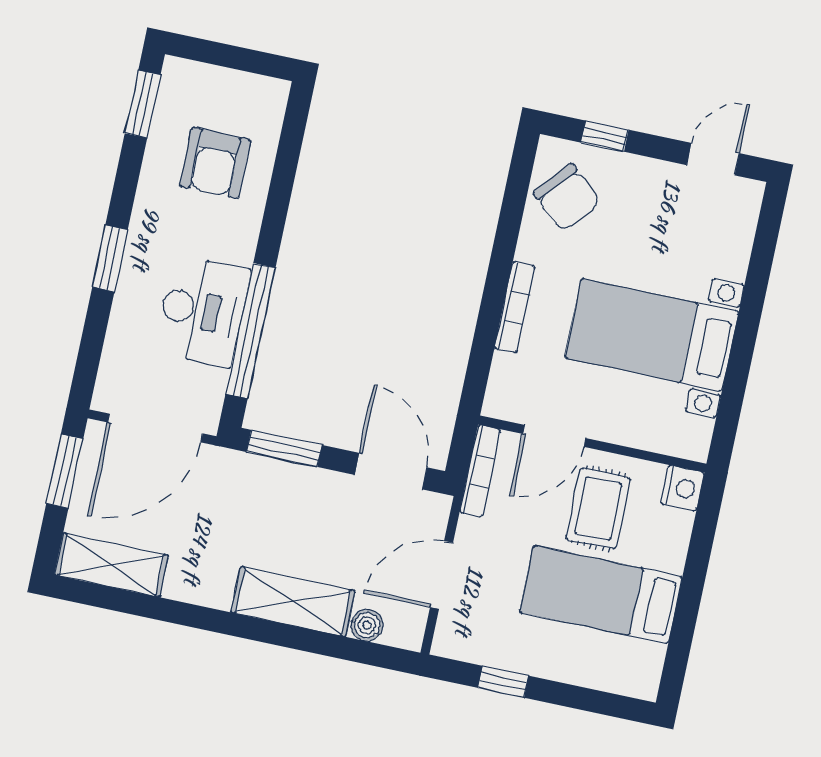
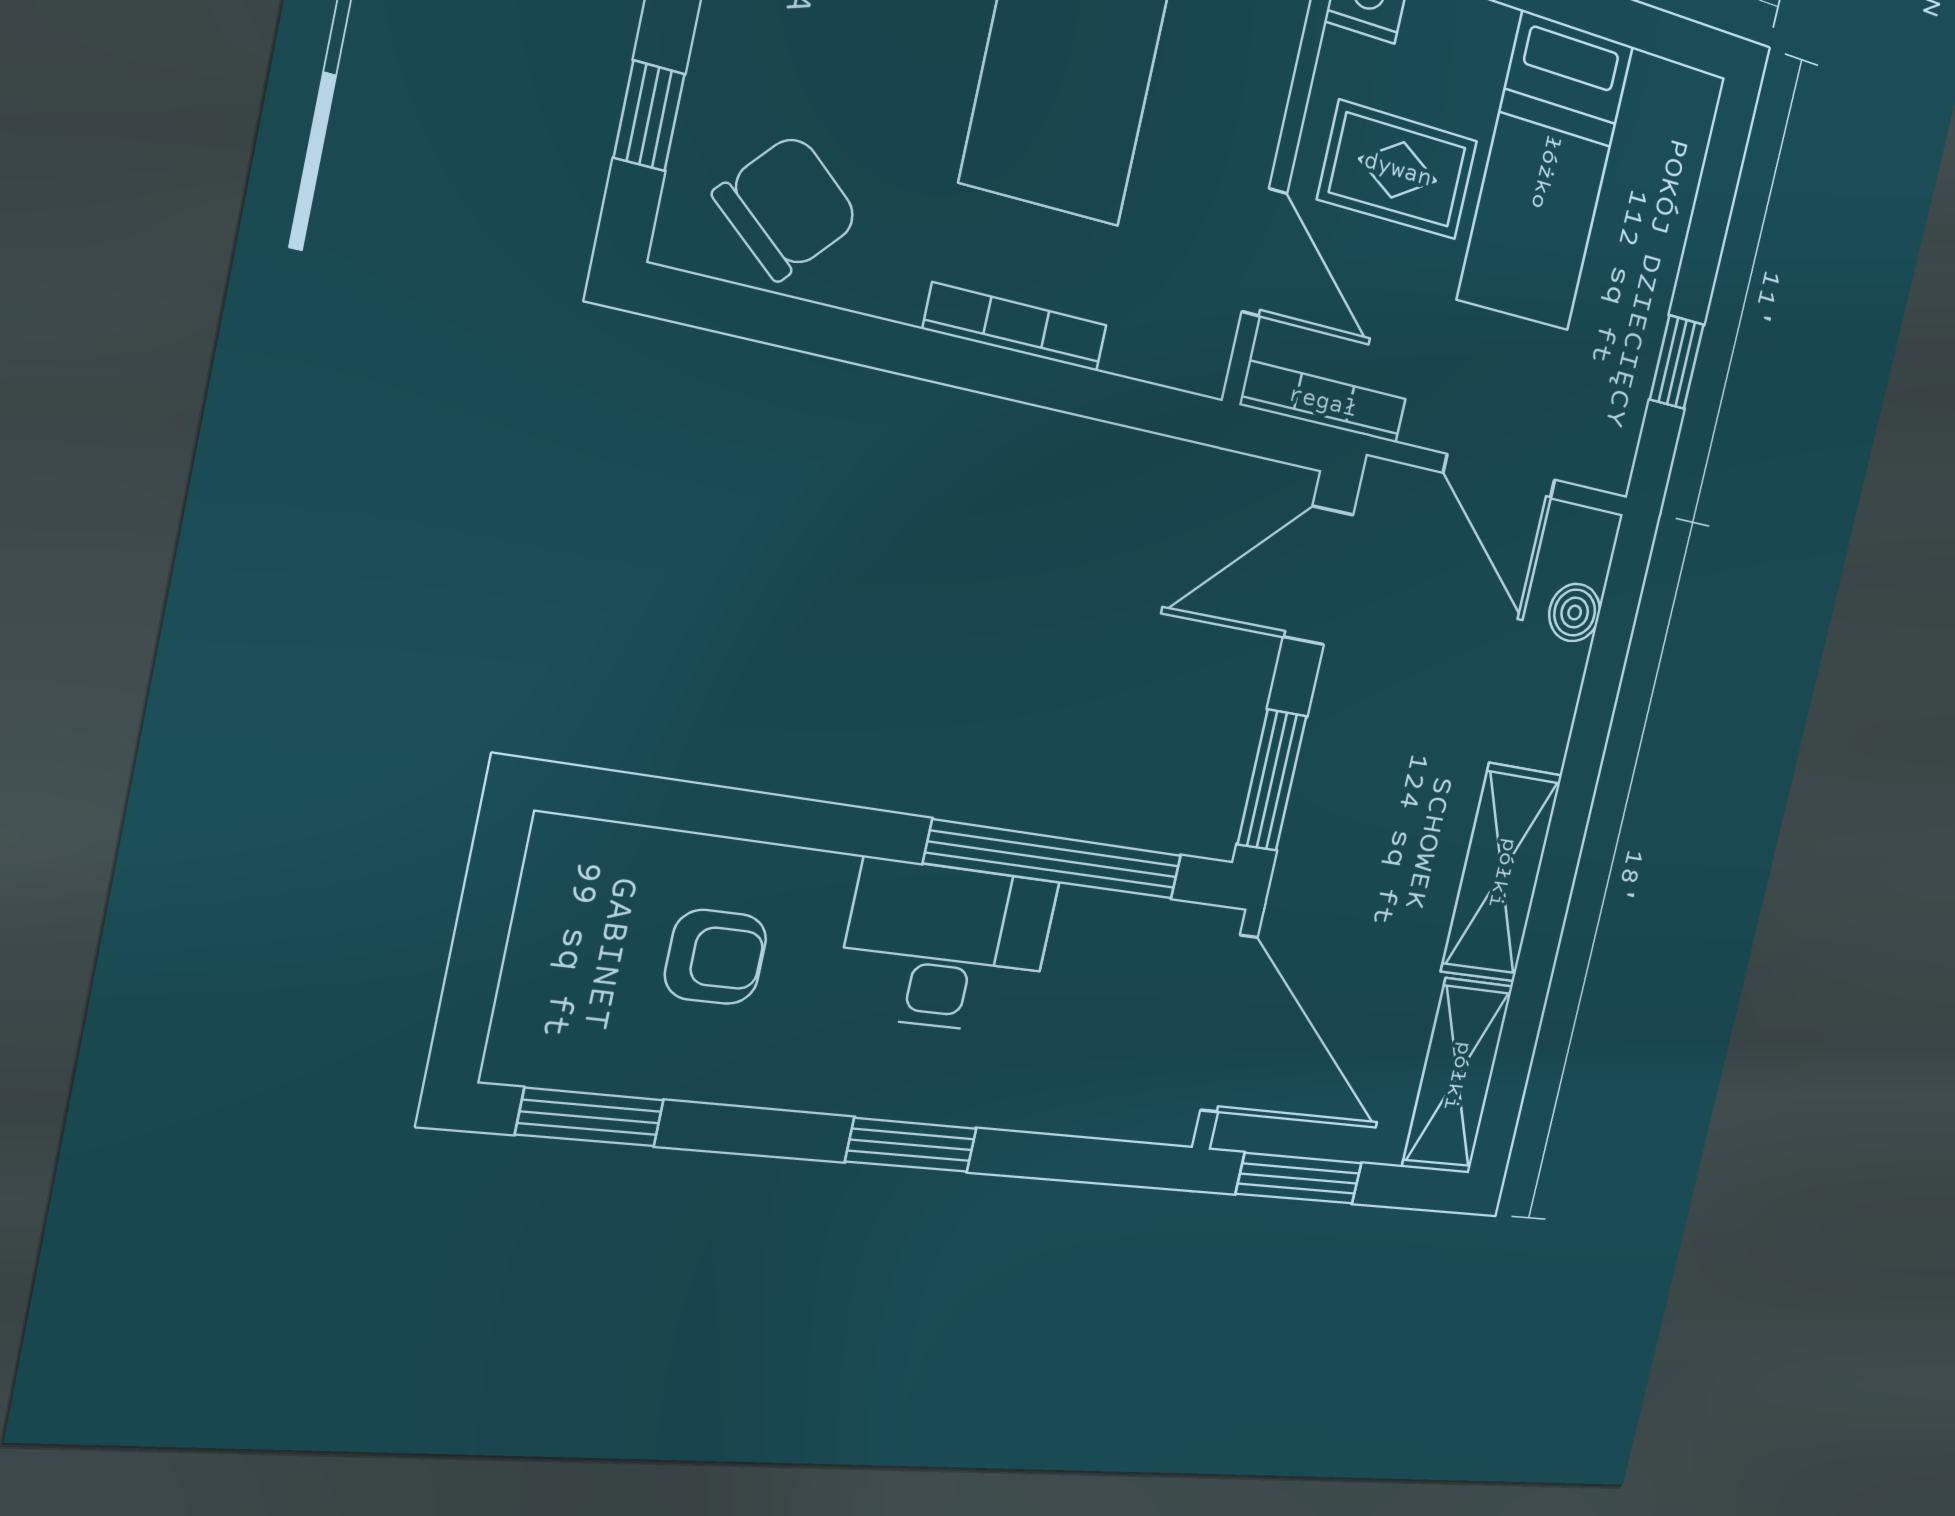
armchair: (215, 163) -> (716, 957), width x0.72, depth x0.72
desk: (202, 311) -> (946, 947), moved
shelving: (293, 602) -> (1502, 873), moved

